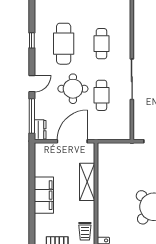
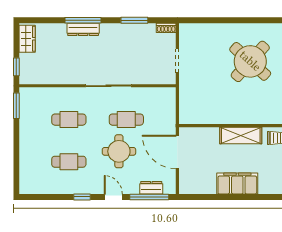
window: (32, 40) -> (82, 197), moved
cafe table: (64, 44) -> (69, 162), width x0.73, depth x0.74
dresser: (40, 130) -> (151, 188), moved
shelving: (87, 182) -> (241, 135), moved

